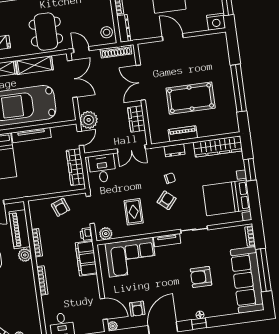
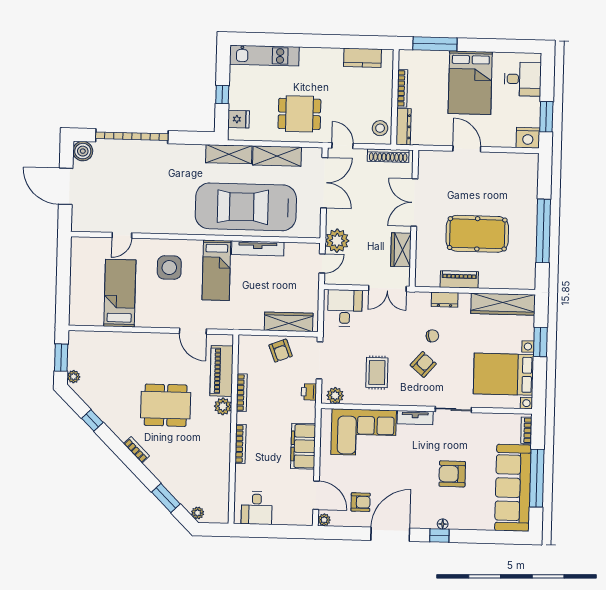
dining table: (46, 32) -> (299, 114), width x0.73
wardrobe: (76, 167) -> (289, 322), moved, turned 90
filing cabinet: (86, 258) -> (303, 446), moved
armchair: (137, 309) -> (361, 502), turned -90

